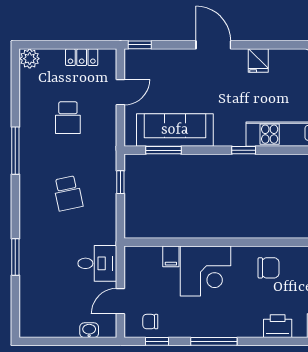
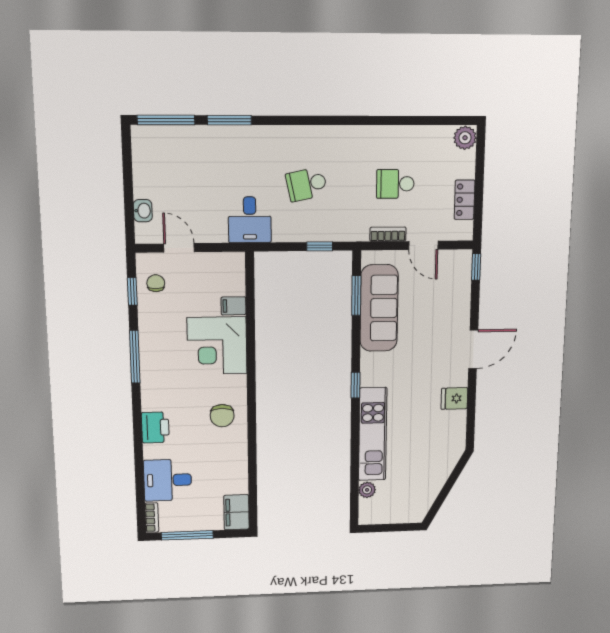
bookcase: (111, 123) -> (388, 234), added
window: (15, 151) -> (166, 120), moved
desk: (97, 263) -> (250, 220), moved

